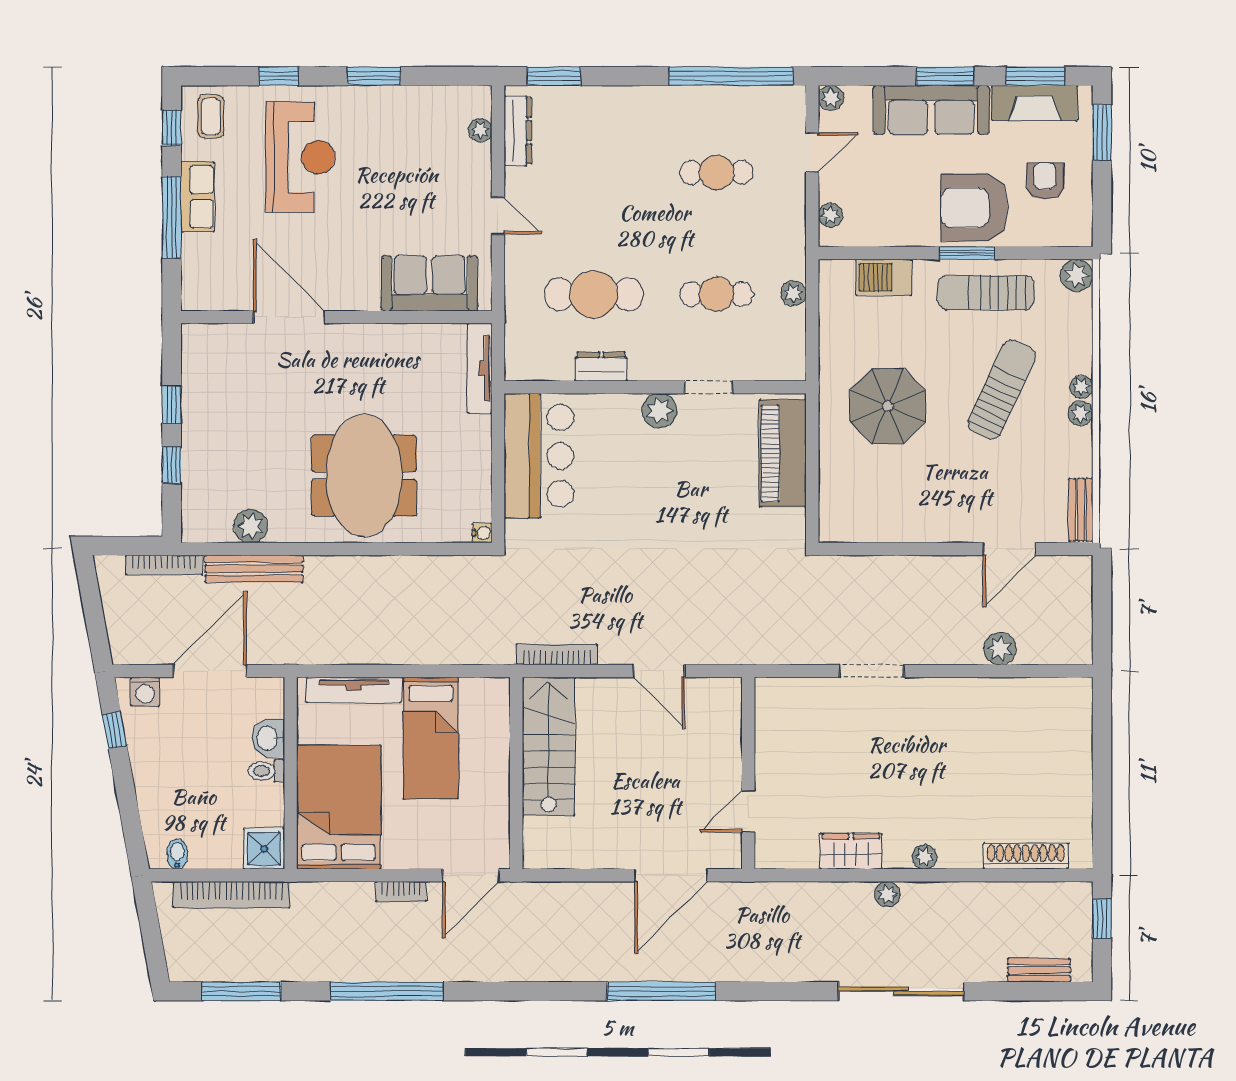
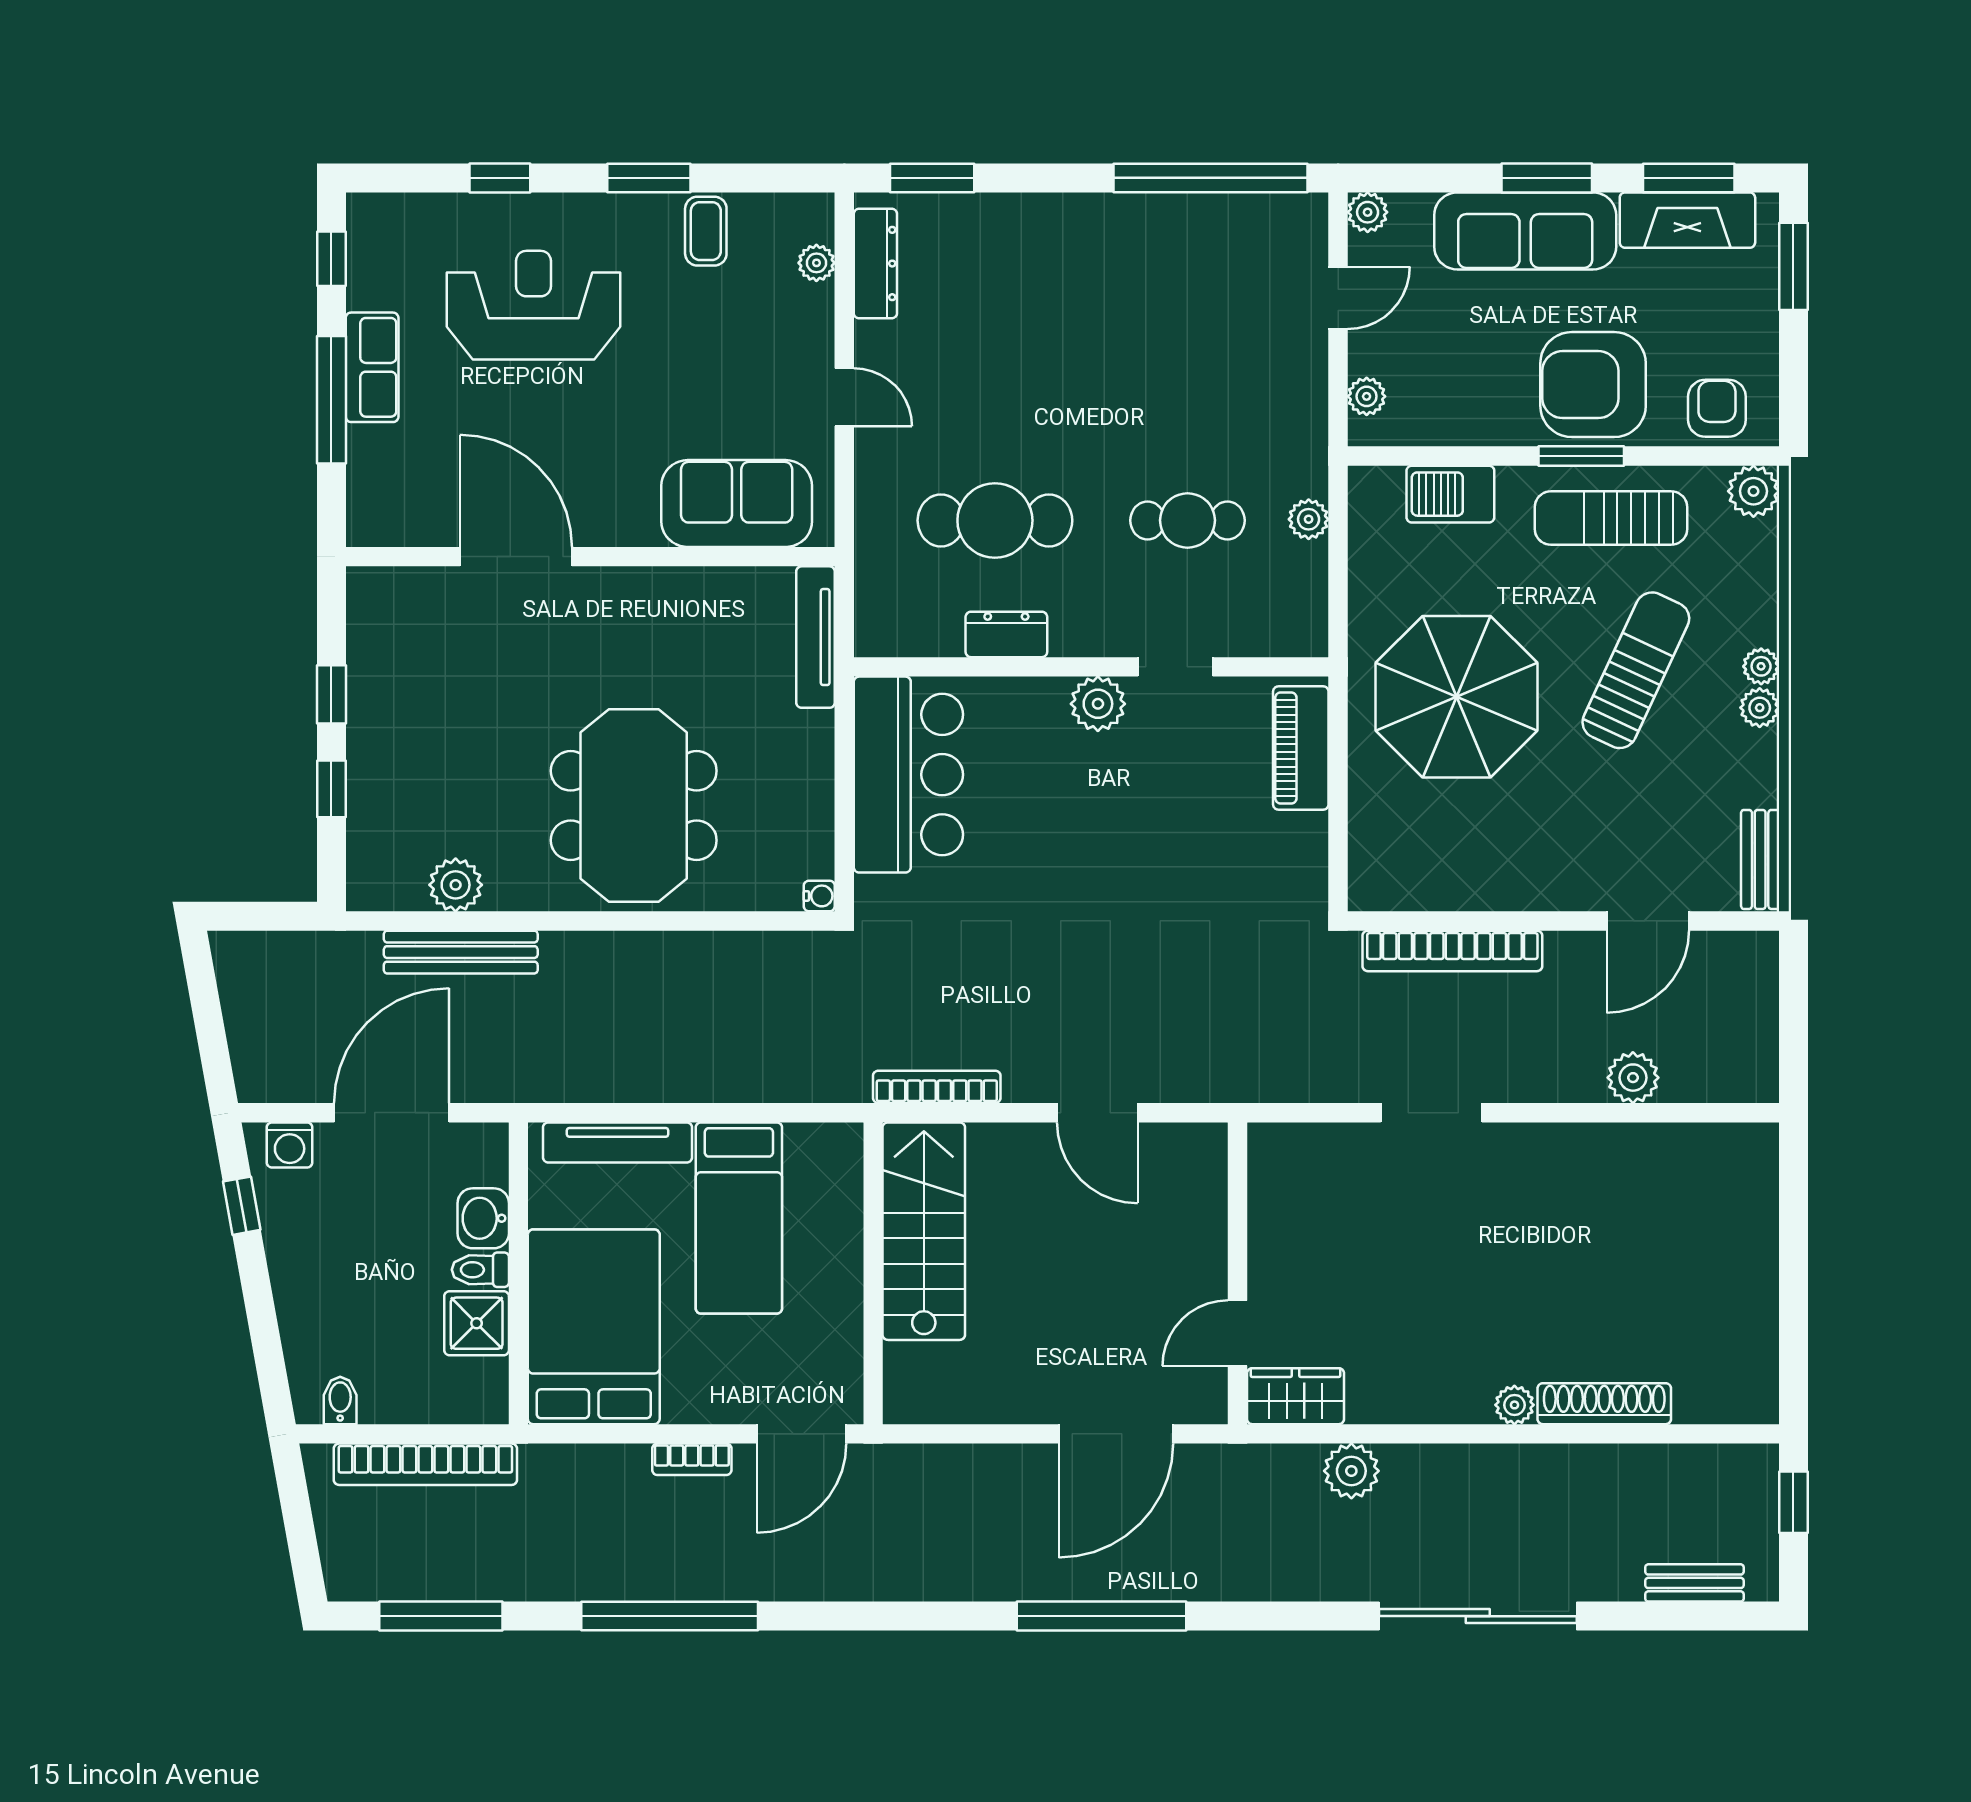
coffee table: (211, 116) -> (706, 231), moved
reception desk: (300, 157) -> (534, 305), turned -90
cafe table: (716, 172) -> (1187, 329), removed
armchair: (1045, 181) -> (1717, 408), moved
parasol: (888, 406) -> (1456, 697), width x1.36, depth x1.36
piano: (783, 453) -> (1301, 748), width x0.73, depth x0.75
bookcase: (164, 565) -> (1452, 951), moved, width x1.48, depth x1.31
shower: (264, 849) -> (477, 1323), moved
wardrobe: (851, 851) -> (1295, 1396), moved
shoe rack: (1026, 856) -> (1604, 1404), moved
plant: (887, 894) -> (1351, 1471), moved, width x1.38, depth x1.38

